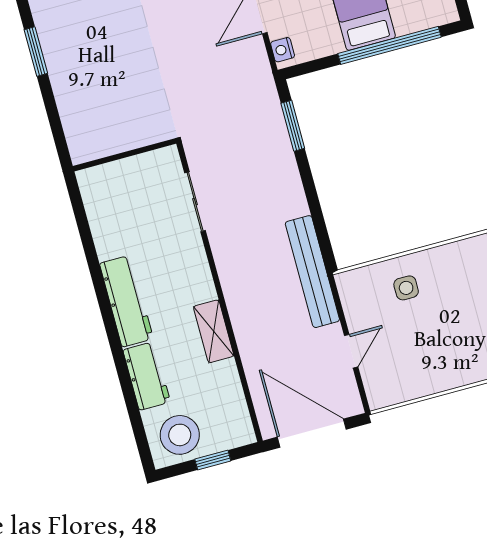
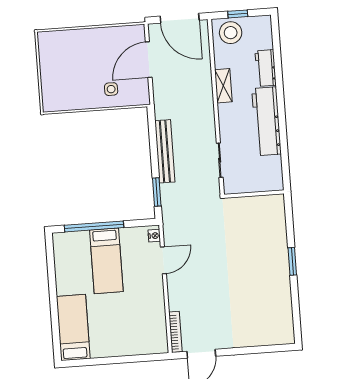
bench: (312, 272) -> (165, 151), moved
workbench: (126, 301) -> (266, 121), width x1.36, depth x1.32
door: (351, 351) -> (149, 60), width x1.87
stool: (180, 435) -> (231, 33), moved

